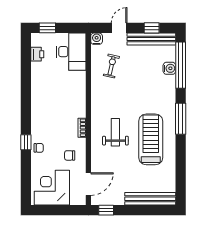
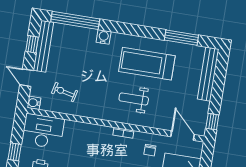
water cooler: (169, 68) -> (104, 37), moved
window: (181, 119) -> (181, 38), moved

